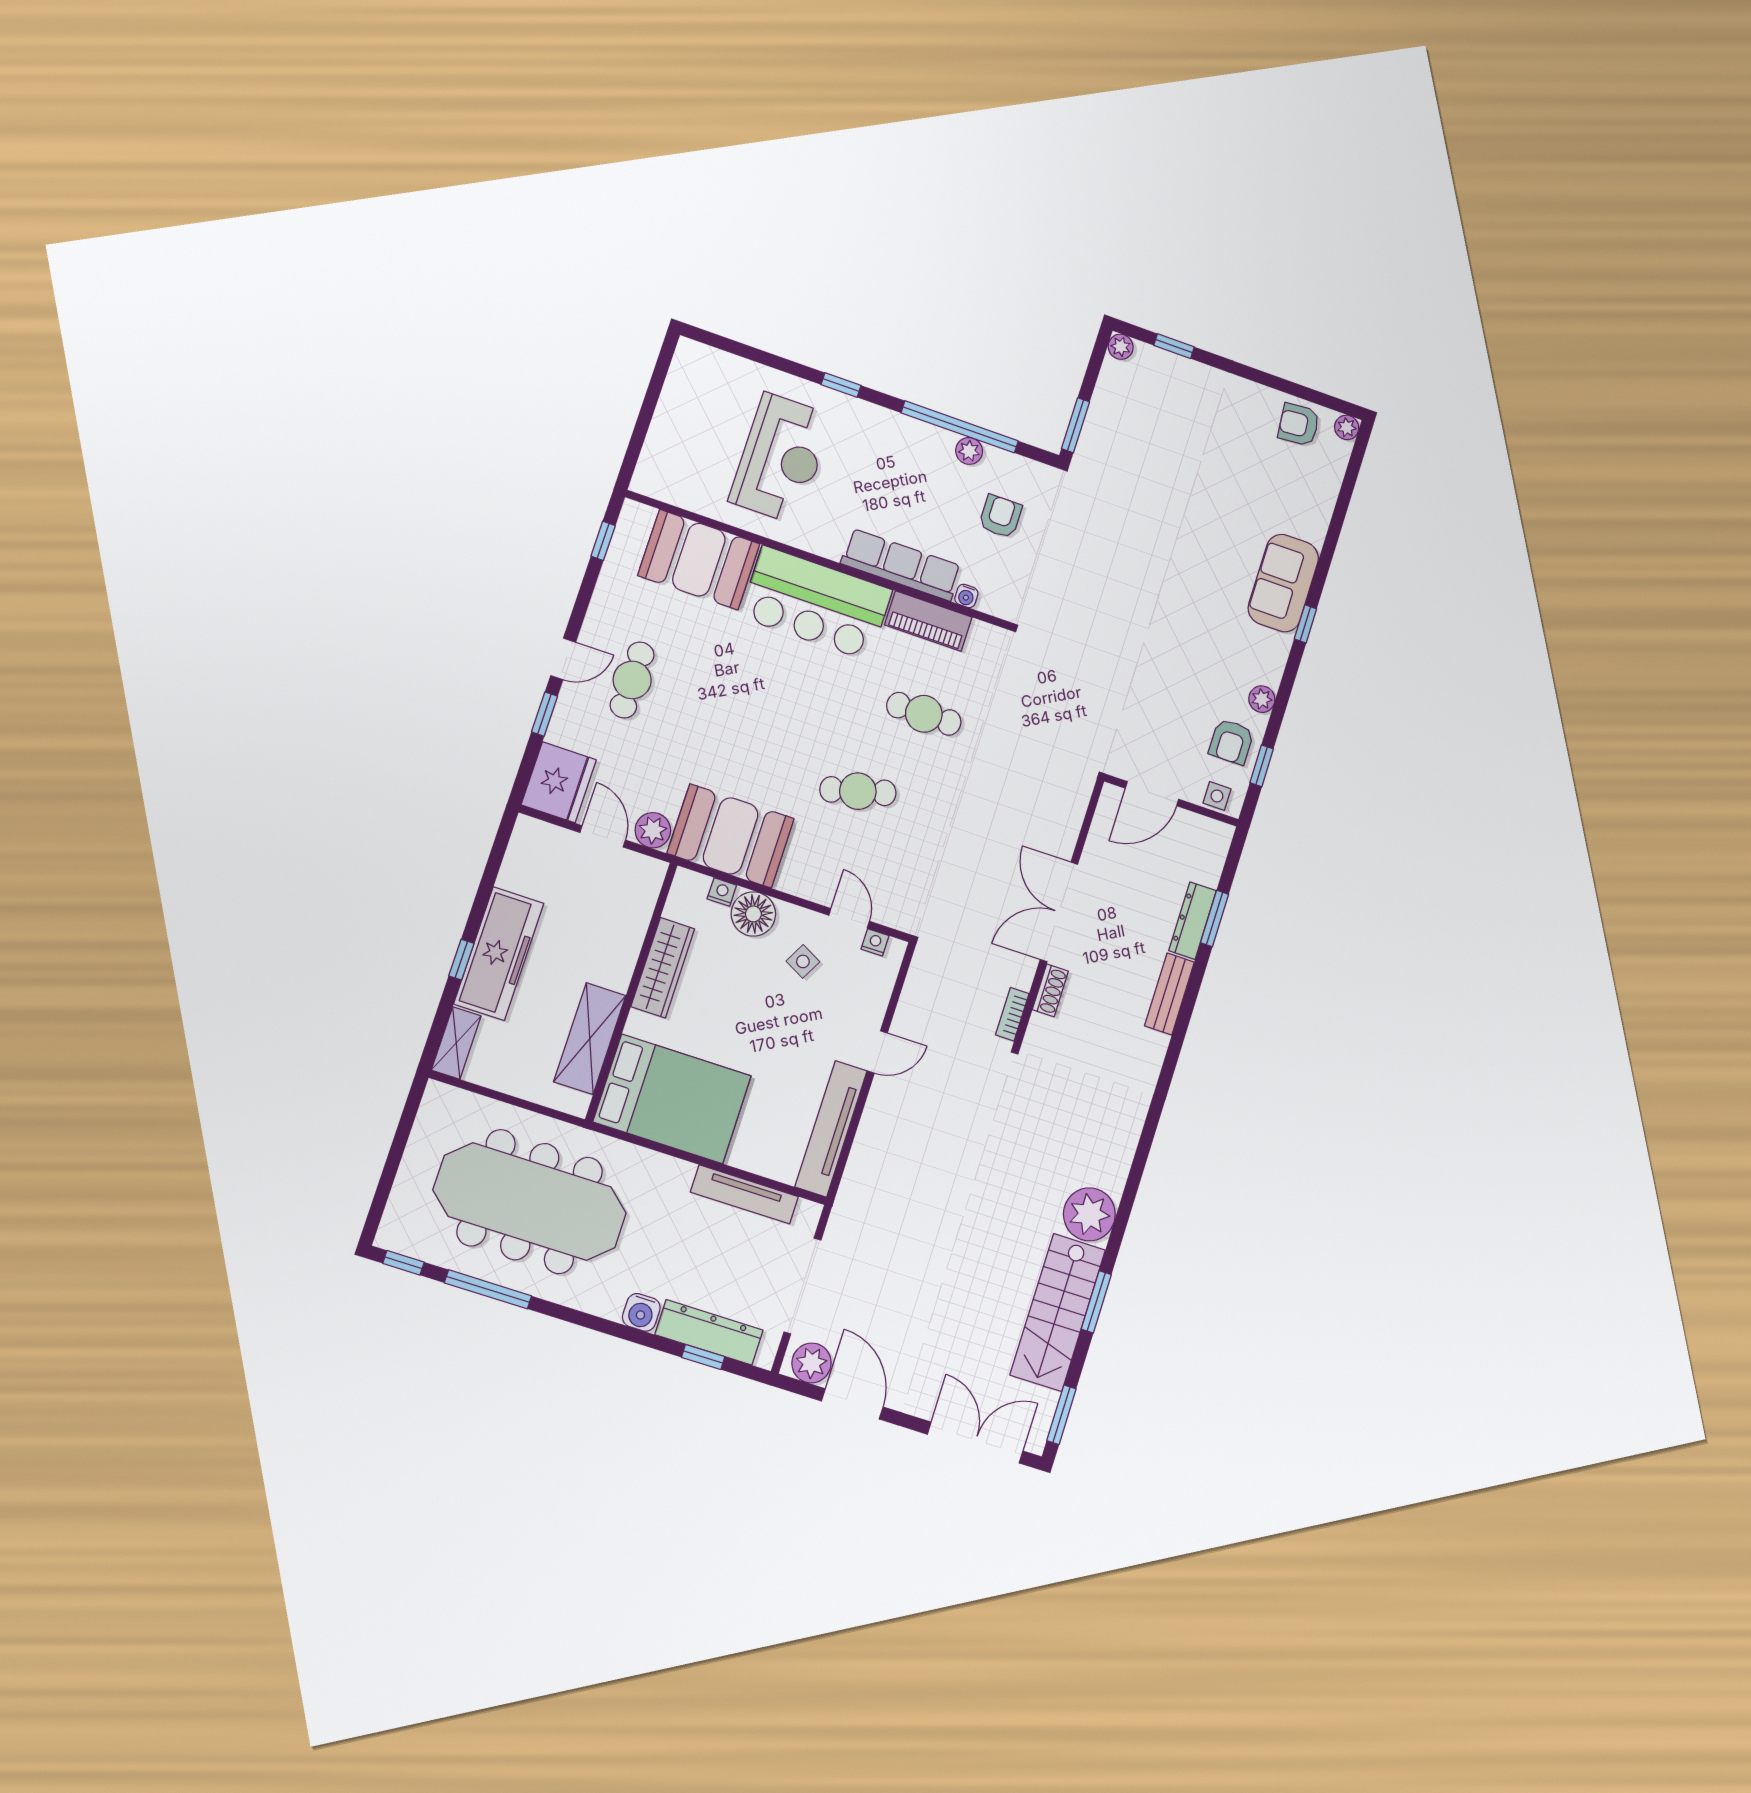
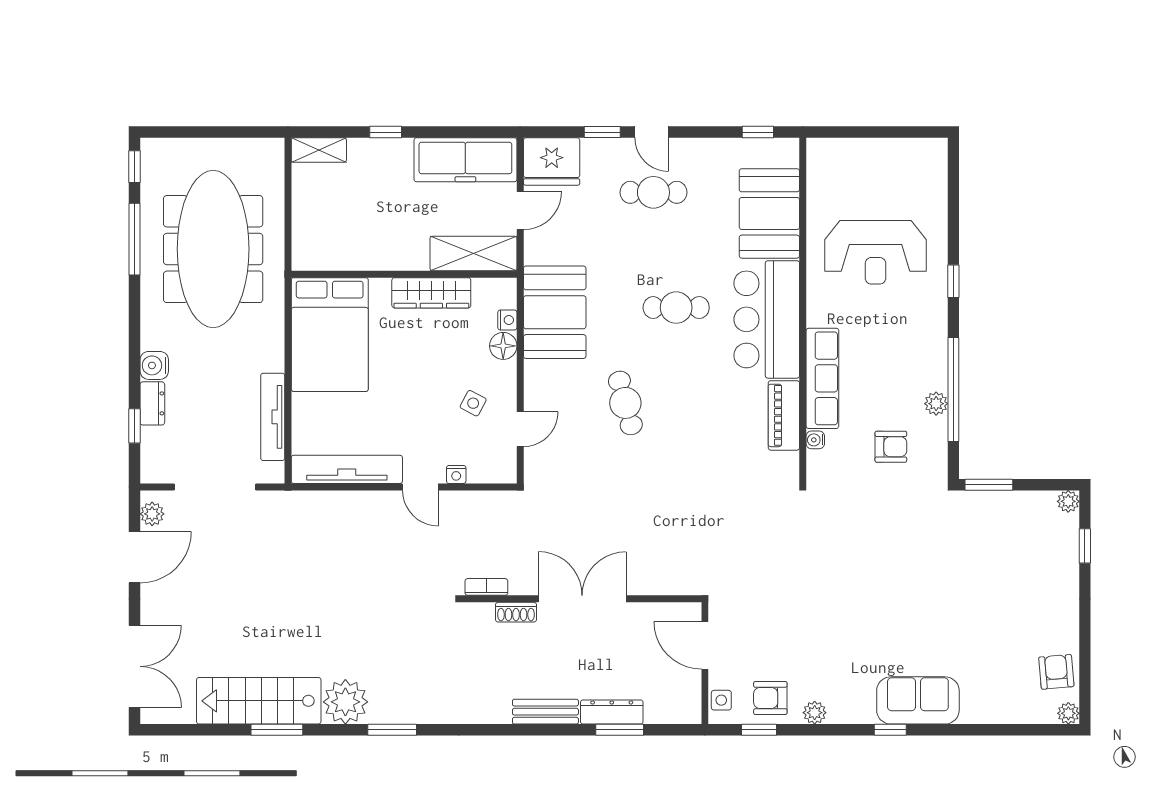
cafe table: (924, 714) -> (676, 308), moved, turned 90
plant: (653, 830) -> (538, 249), removed
floor lamp: (753, 914) -> (503, 346), width x0.73, depth x0.73
nightstand: (875, 942) -> (456, 474), moved, turned 90
freezer: (499, 954) -> (465, 160), moved
shelving: (590, 1039) -> (473, 254), moved
dresser: (709, 1332) -> (152, 403), width x0.51, depth x0.80
plant: (811, 1363) -> (152, 514), width x0.73, depth x0.73
window: (1061, 1415) -> (392, 730), moved

